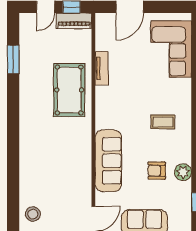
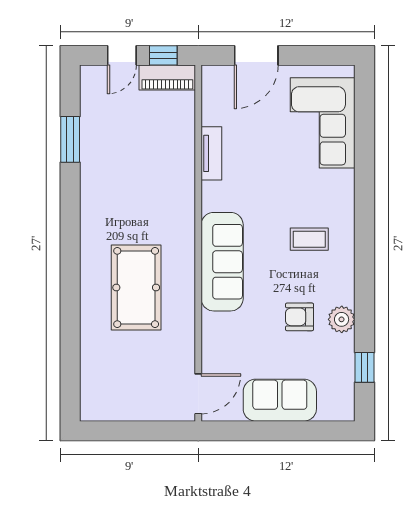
pool table: (69, 90) -> (136, 288), moved
sofa: (108, 161) -> (222, 262), moved
stool: (33, 214) -> (102, 386), removed

